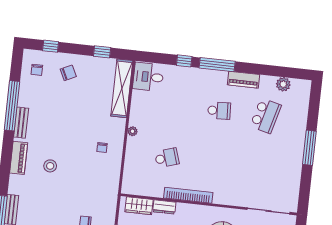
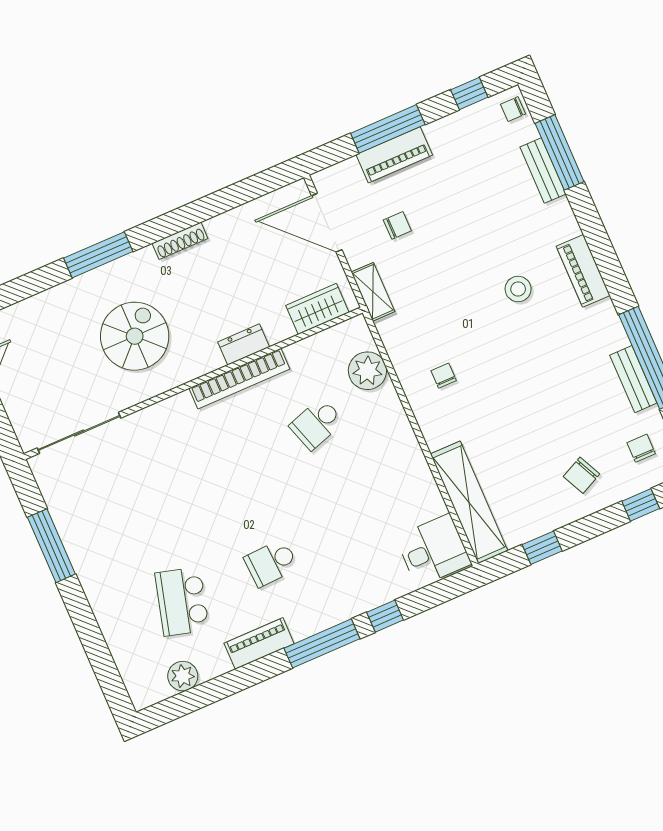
bench: (21, 123) -> (633, 379), moved
plant: (133, 131) -> (367, 371), moved, width x1.87, depth x1.87
window: (309, 148) -> (51, 546), moved
shelving: (112, 200) -> (373, 292), added
dresser: (164, 207) -> (244, 344), moved

